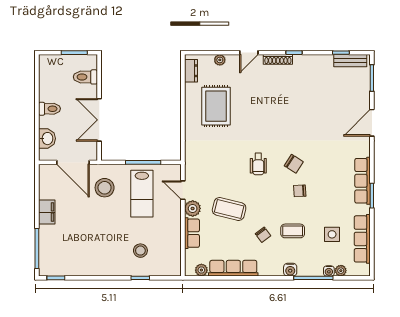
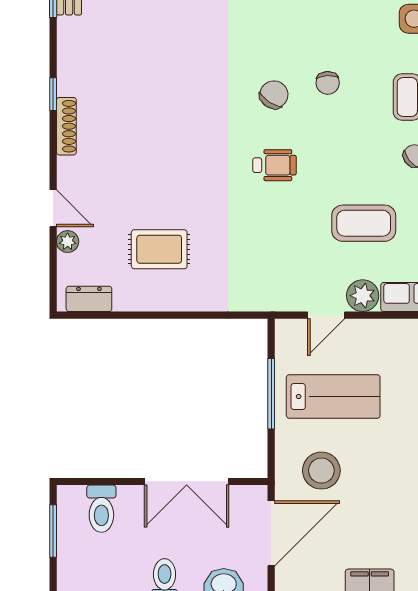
door: (249, 53) -> (53, 208), moved
rug: (216, 106) -> (159, 249), width x0.73, depth x0.70
coffee table: (229, 209) -> (364, 223), turned 76

